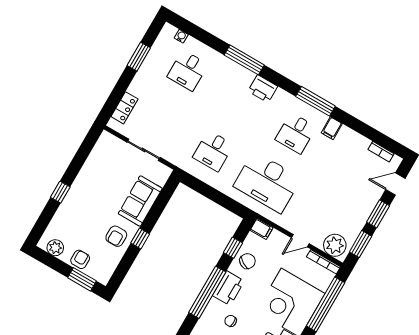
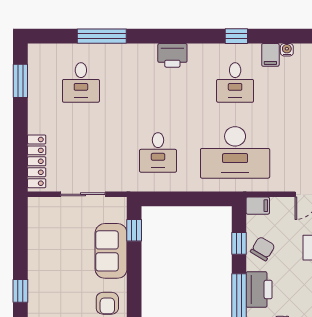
water cooler: (181, 36) -> (287, 50), moved
window: (139, 57) -> (20, 81), moved
window: (244, 60) -> (102, 36), moved
window: (315, 101) -> (236, 36), width x0.46
locker: (124, 108) -> (37, 161), width x1.53
window: (140, 238) -> (134, 230), moved

